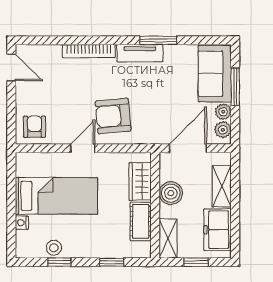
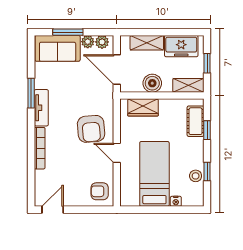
cot: (141, 221) -> (196, 121), moved, turned 90

